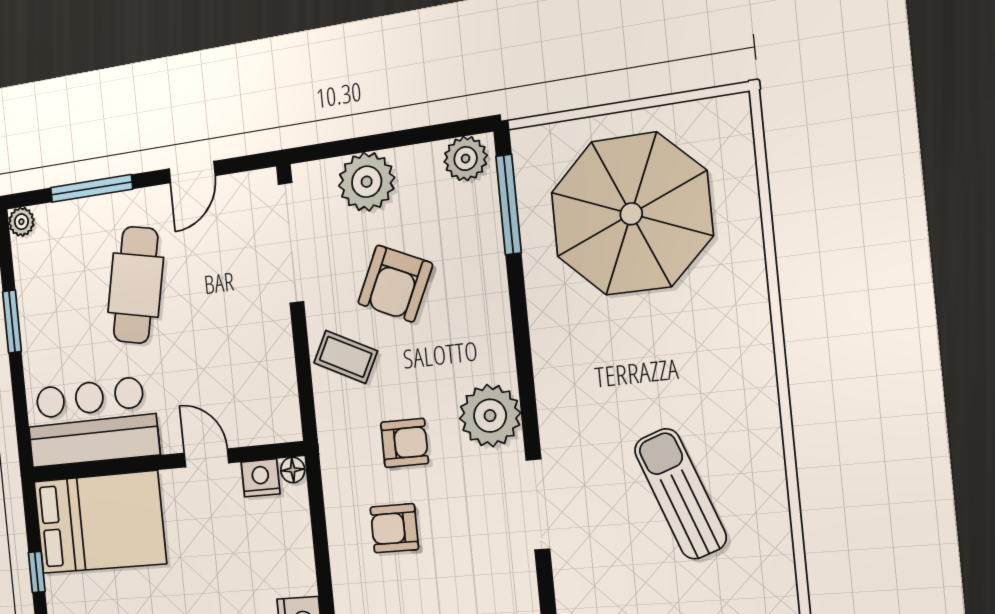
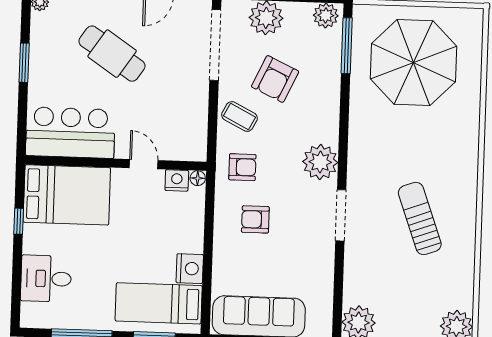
cafe table: (136, 285) -> (112, 54), turned -68
armchair: (405, 443) -> (242, 167), moved

